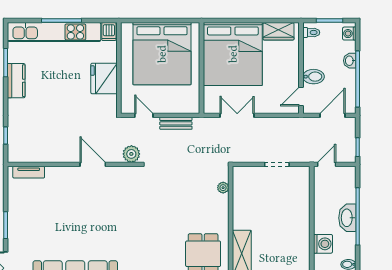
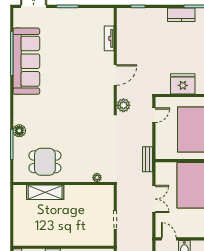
double door: (237, 115) -> (154, 199), moved
bench: (176, 123) -> (148, 159), moved
tv unit: (29, 172) -> (109, 38), moved

